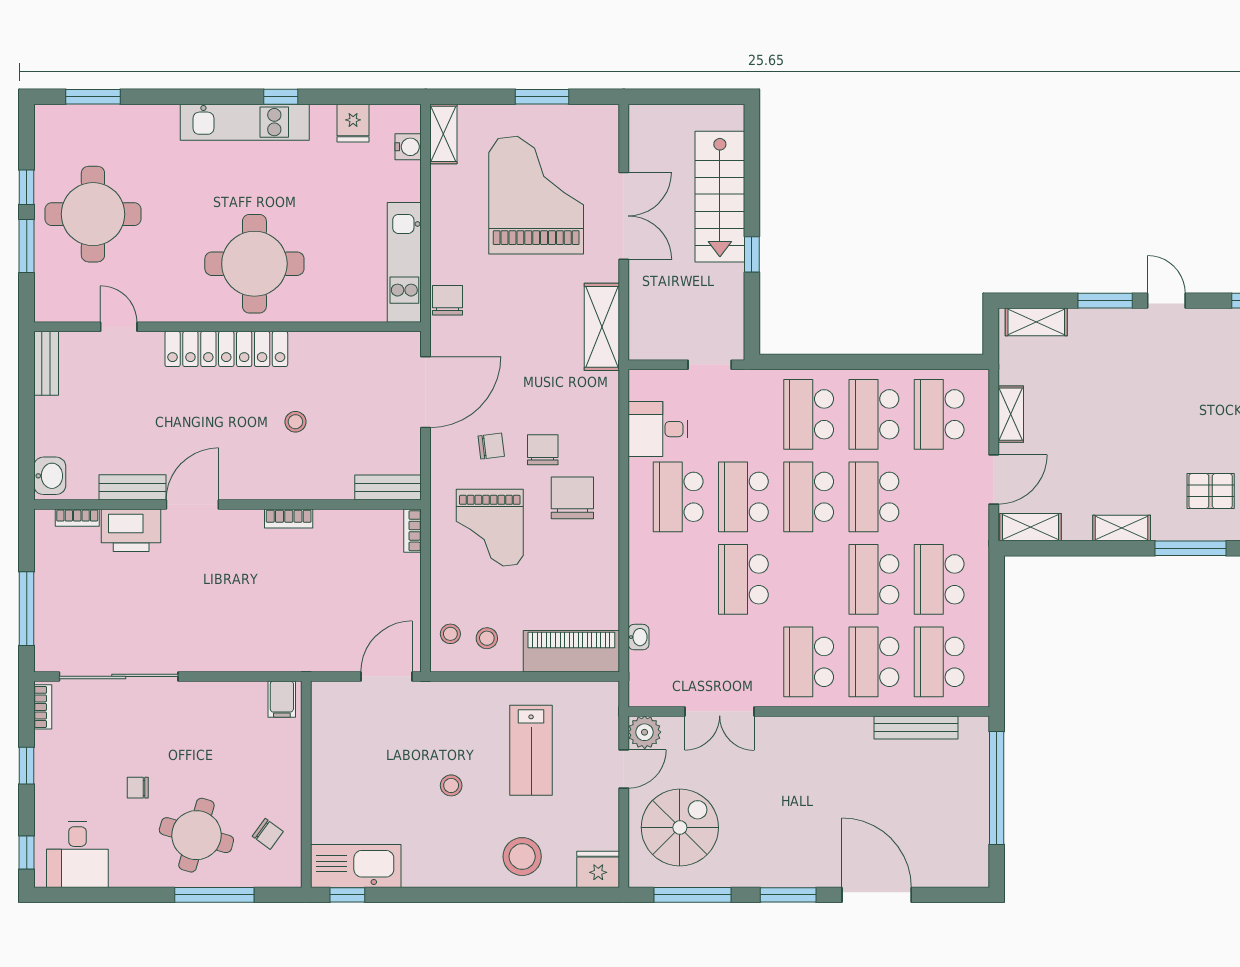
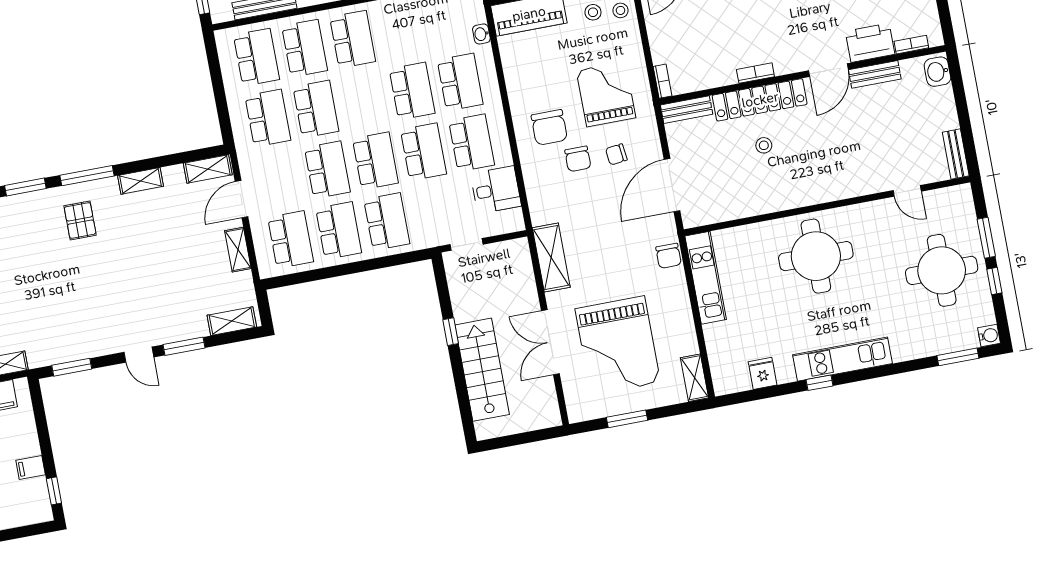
water cooler: (408, 147) -> (989, 336), moved, turned 180
locker: (226, 349) -> (760, 100), moved, turned 180
pallet: (1211, 491) -> (80, 220), turned 90
school desk: (678, 579) -> (460, 82), added

